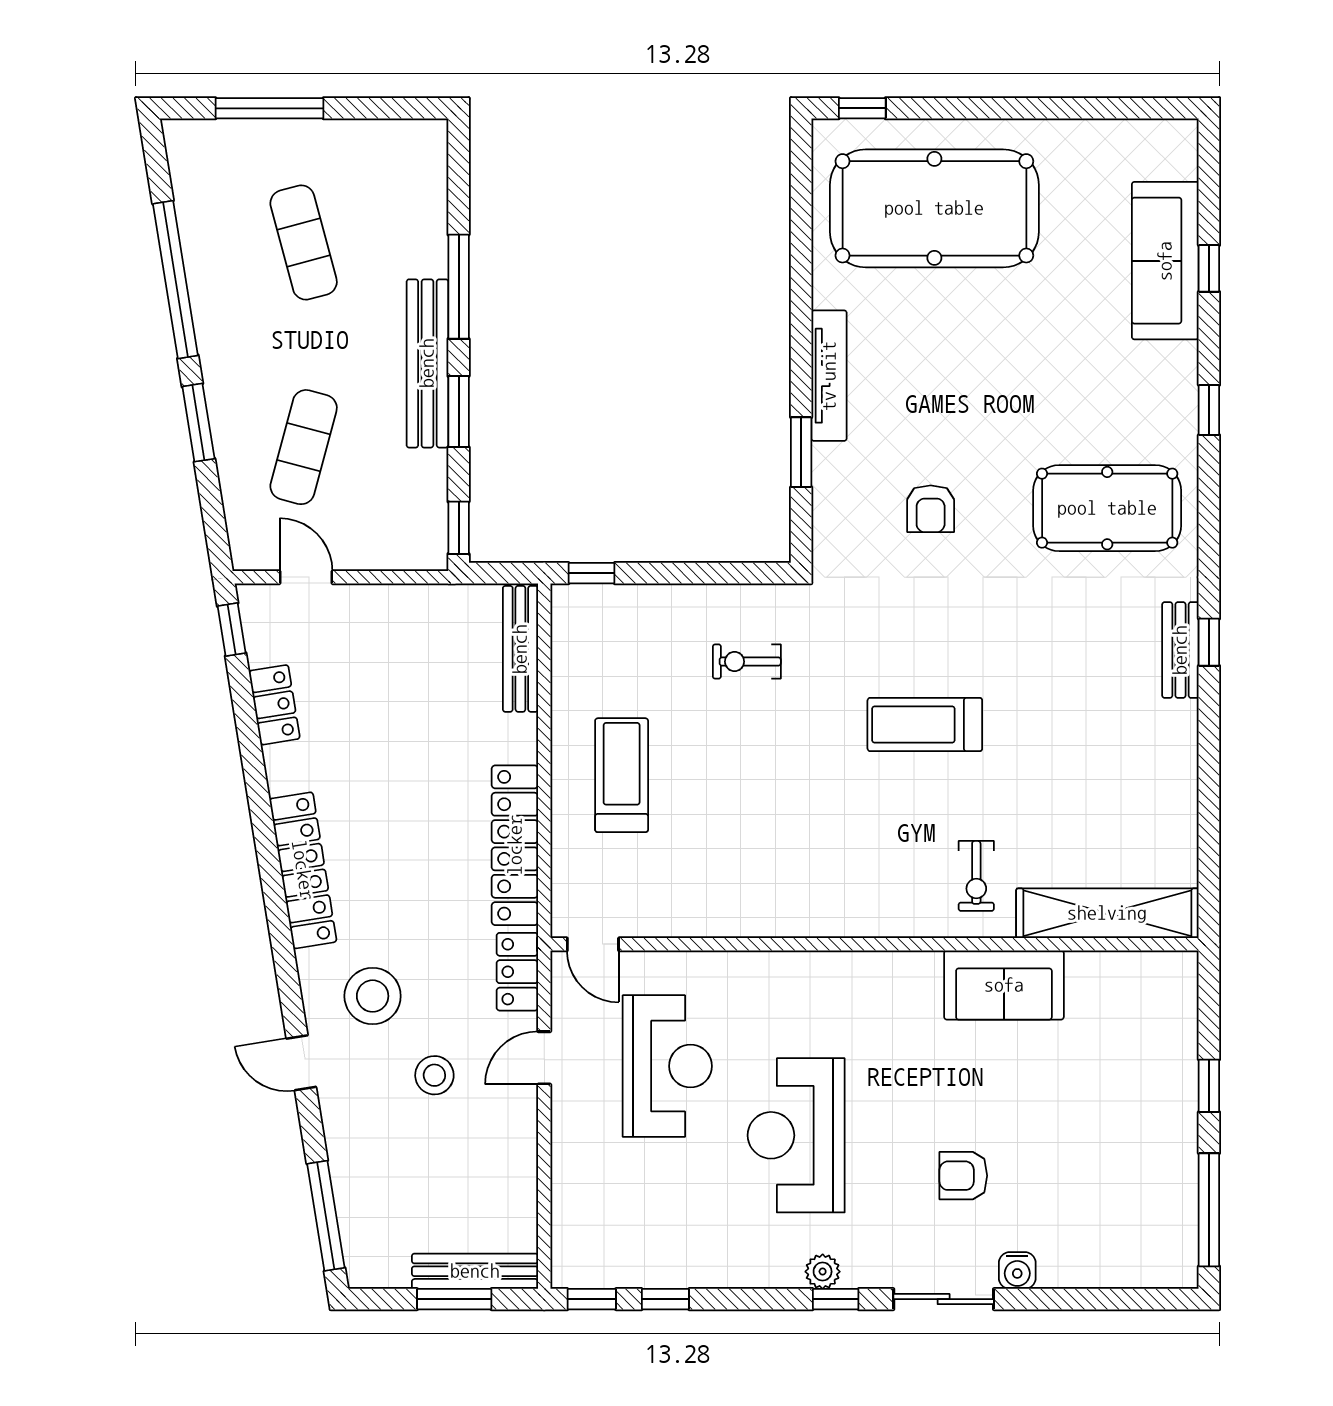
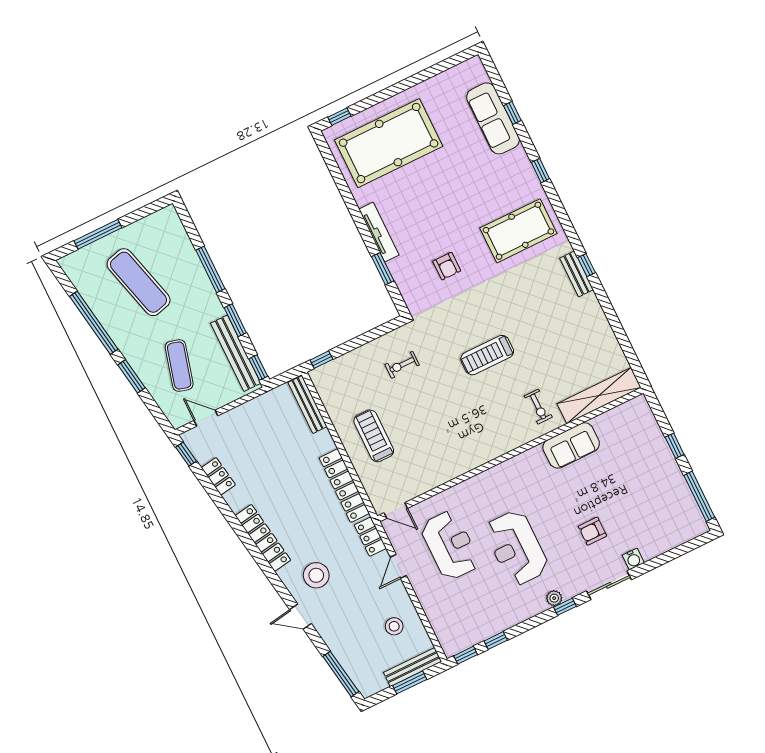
exercise mat: (304, 242) -> (139, 282), width x1.36, depth x1.45
bench: (427, 363) -> (236, 353), moved
stool: (434, 1075) -> (394, 626), moved

